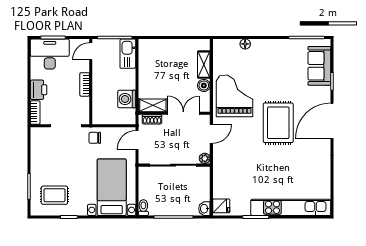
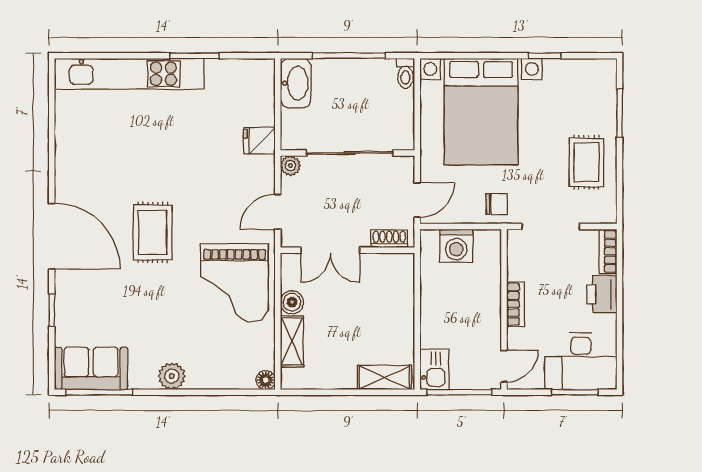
floor lamp: (245, 44) -> (266, 380), moved
plant: (268, 46) -> (172, 376), added
kitchen sink: (128, 54) -> (434, 369), width x0.73
sofa: (319, 66) -> (91, 368), moved, turned -90
washing machine: (127, 99) -> (456, 246), moved, turned 90
shelving: (153, 105) -> (384, 377), moved
door: (332, 121) -> (52, 236), hinge flipped
rug: (278, 123) -> (153, 232), width x0.73, depth x0.70
bed with nightstands: (112, 187) -> (481, 112), width x1.36
rug: (54, 195) -> (586, 162), moved, turned 90
fridge: (221, 206) -> (259, 141), moved
washbasin: (204, 209) -> (296, 83), width x1.91, depth x1.45

